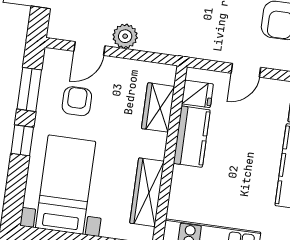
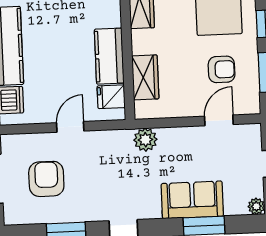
plant: (125, 36) -> (145, 140), moved
armchair: (77, 101) -> (222, 69), turned -90

